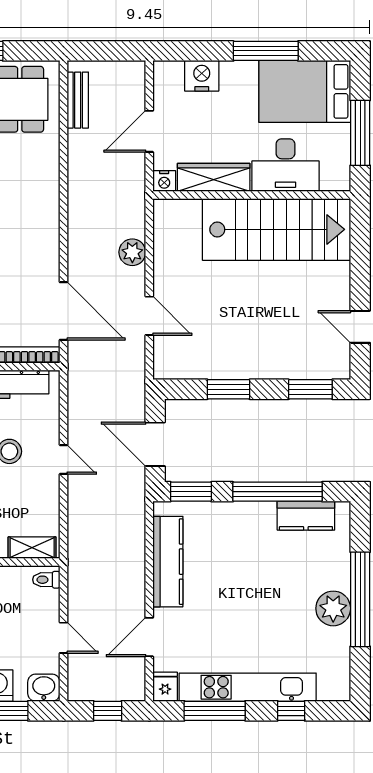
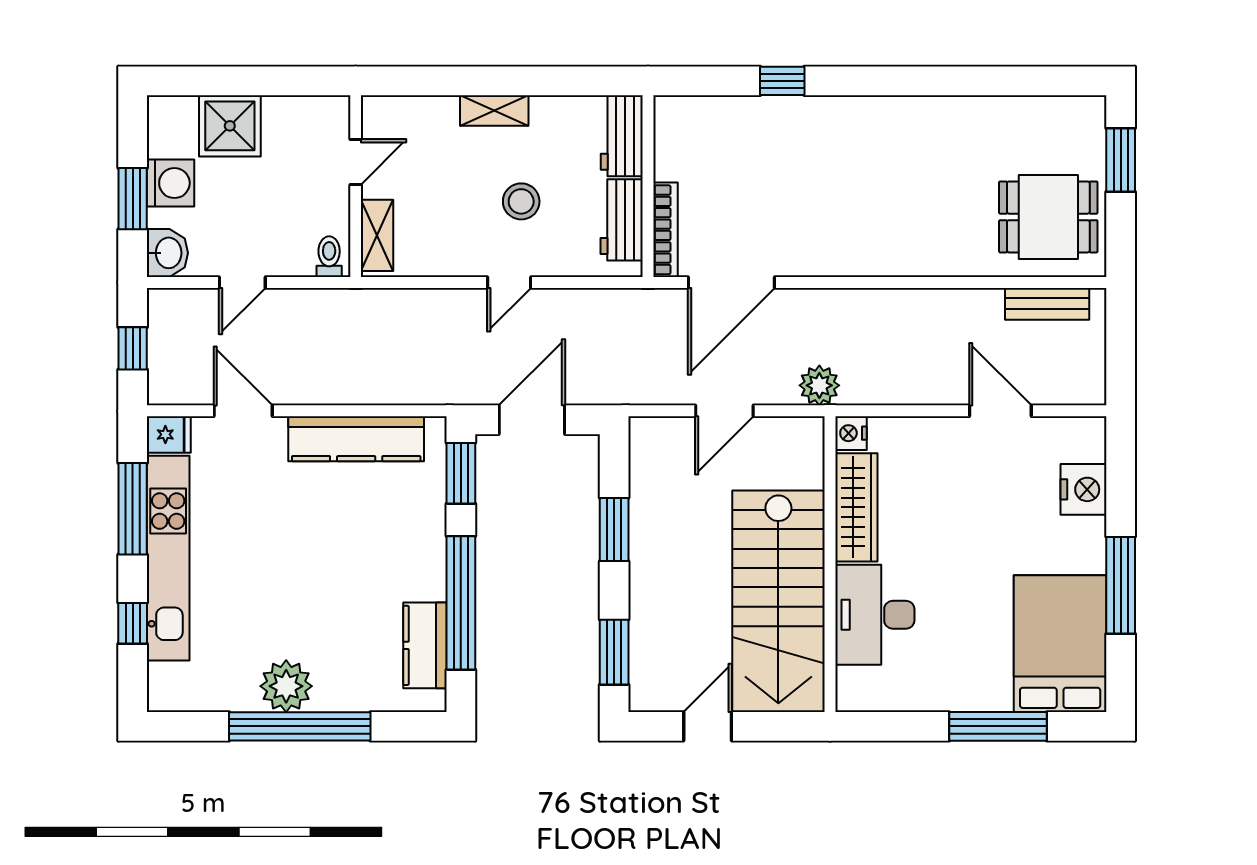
desk: (285, 165) -> (875, 615), moved
wardrobe: (214, 177) -> (856, 507), moved
nightstand: (164, 181) -> (851, 433), moved
wall: (252, 195) -> (830, 564), moved
stairs: (277, 229) -> (778, 601), moved

